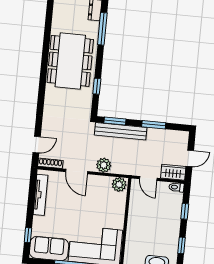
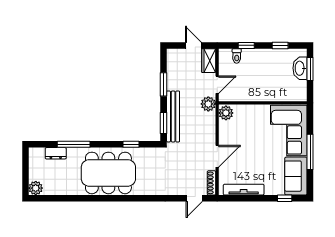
door: (37, 145) -> (194, 198), swing flipped
plant: (104, 165) -> (208, 104), moved
toilet: (176, 187) -> (237, 56), moved

